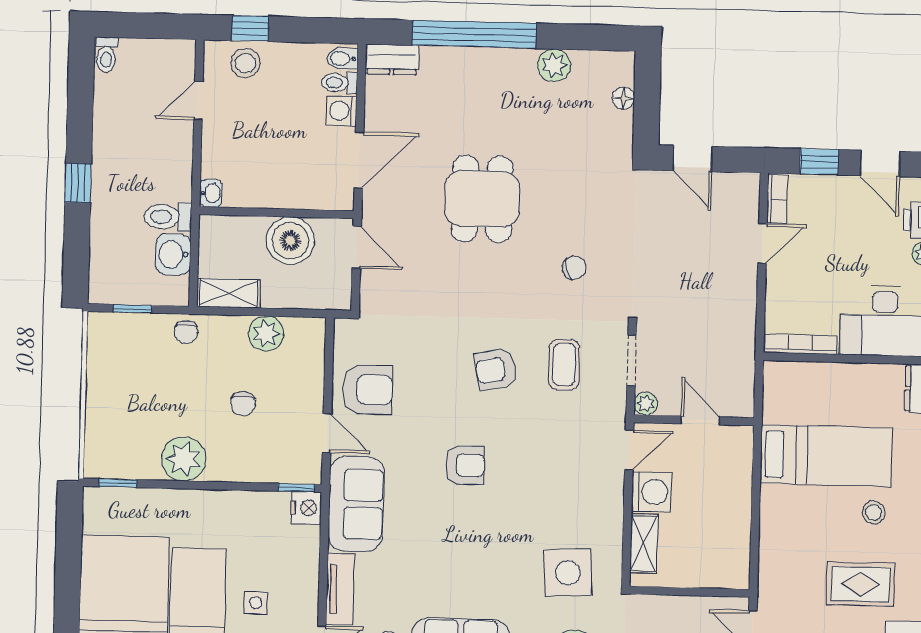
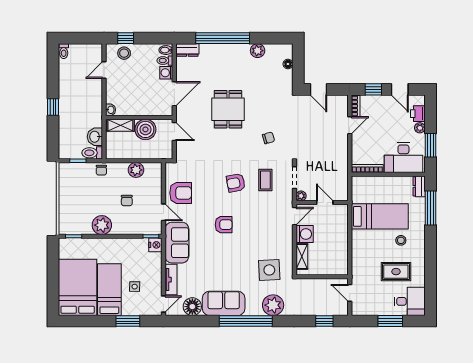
toilet: (168, 217) -> (92, 153), moved
shelving: (228, 293) -> (120, 125), moved

